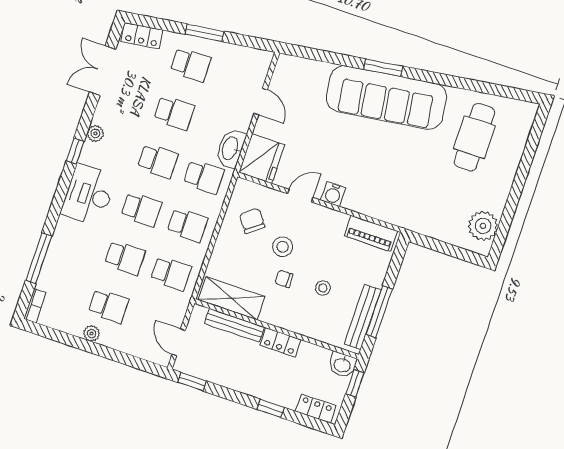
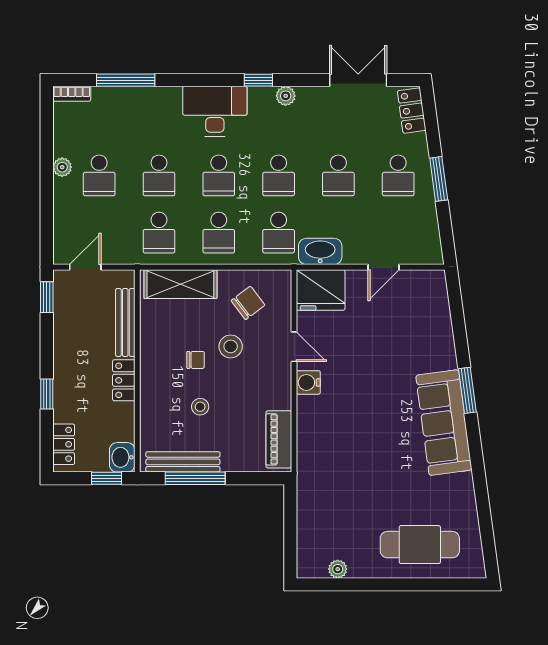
sofa: (386, 97) -> (444, 423), width x0.74, depth x0.79
cafe table: (474, 137) -> (420, 545), moved
plant: (483, 226) -> (338, 569), width x0.53, depth x0.53
chair: (284, 279) -> (196, 360), turned 90
shelving: (231, 298) -> (180, 284), moved, turned 90

